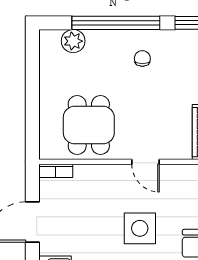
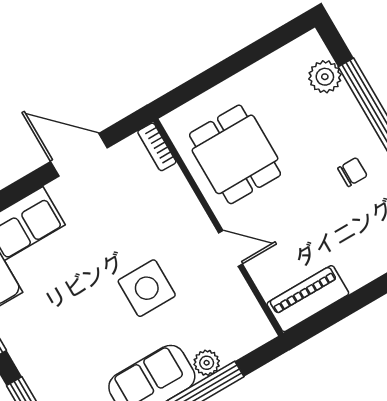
dining table: (89, 125) -> (235, 154), turned 90
door: (146, 162) -> (231, 248), swing flipped

